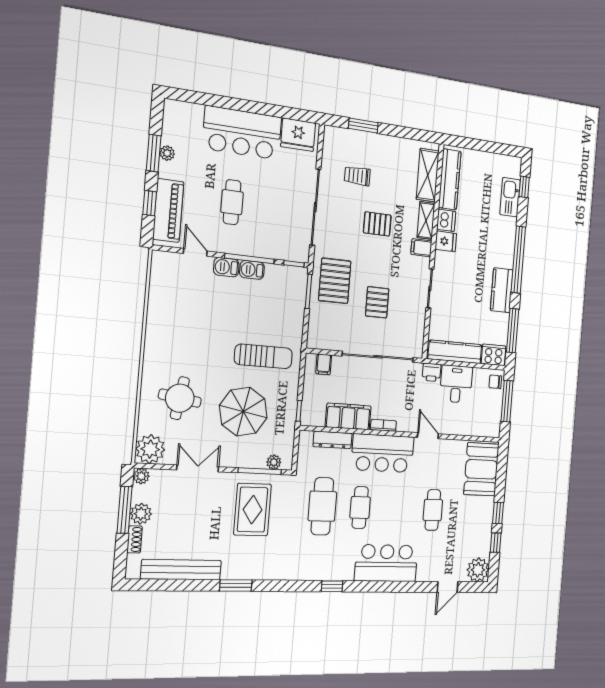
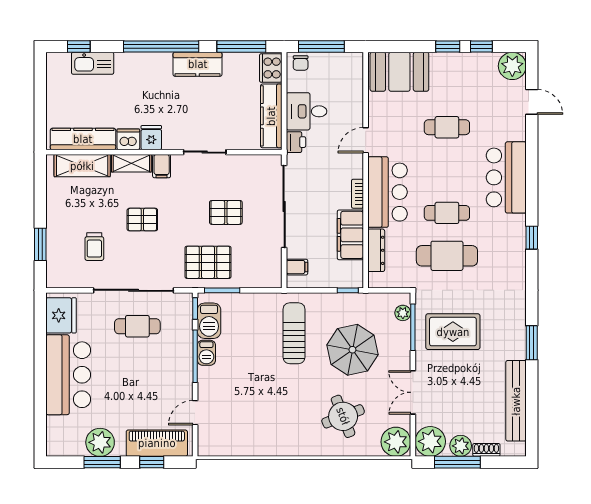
plant: (167, 153) -> (100, 442), width x1.88, depth x1.88
cafe table: (232, 202) -> (137, 326), moved
pallet: (377, 224) -> (142, 220), turned 90
barbecue: (226, 267) -> (209, 321), moved, width x1.38, depth x1.27
round table: (180, 398) -> (343, 416), turned -30
plant: (141, 476) -> (430, 441), width x1.88, depth x1.88

